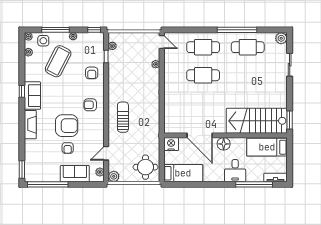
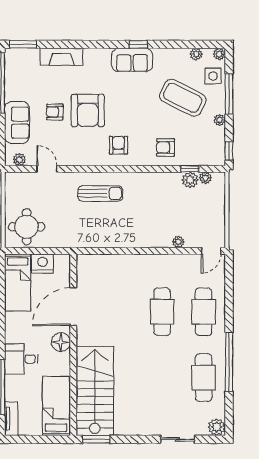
fireplace: (30, 125) -> (61, 57), moved
nightstand: (171, 144) -> (42, 263), moved, turned -90
plant: (114, 176) -> (190, 180), moved

